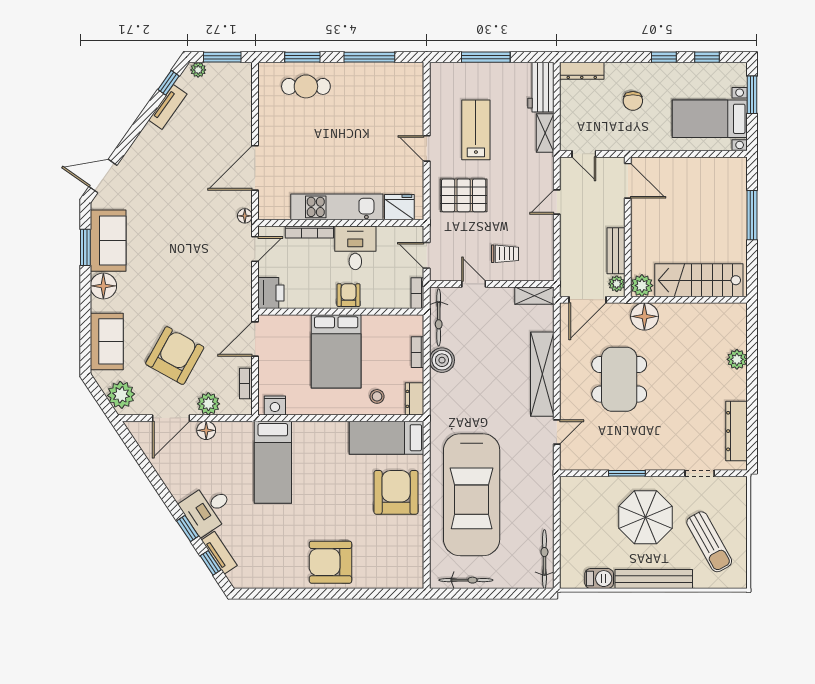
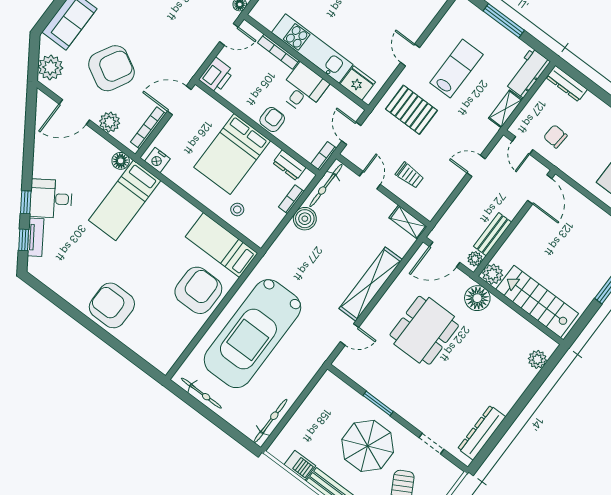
chair: (633, 101) -> (555, 136), moved, turned 94
plant: (737, 359) -> (537, 359), moved
bookcase: (246, 383) -> (148, 128), width x1.56
dresser: (415, 399) -> (289, 165), moved, turned -90
floor lamp: (206, 430) -> (121, 161), moved

